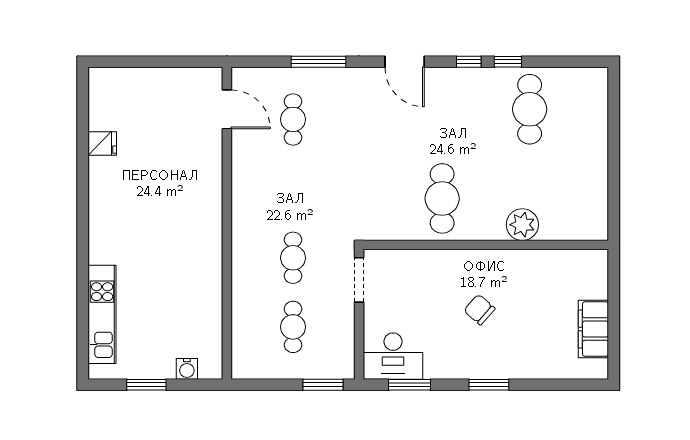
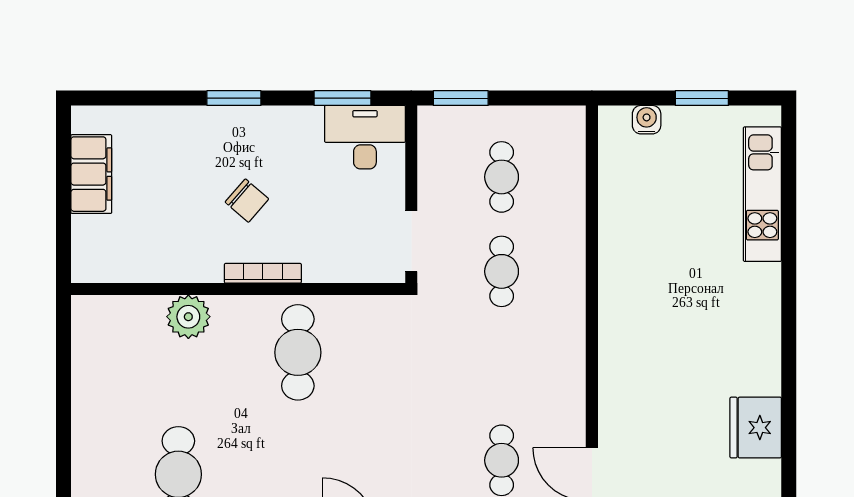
fridge: (102, 143) -> (756, 428), width x1.88, depth x1.34
bookcase: (468, 256) -> (263, 273), added

